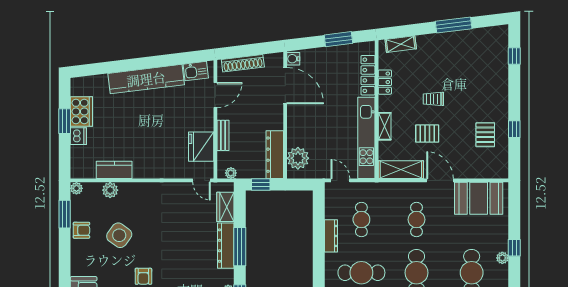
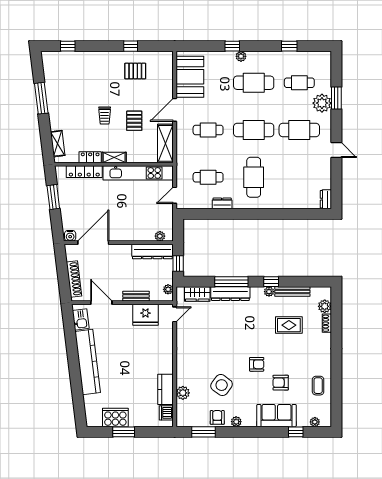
shelving: (385, 126) -> (114, 157), moved
dishwasher: (78, 136) -> (166, 413), moved, turned -90
plant: (298, 158) -> (160, 236), width x0.53, depth x0.53
plant: (76, 188) -> (236, 422), moved
dresser: (331, 236) -> (222, 203), width x0.70

